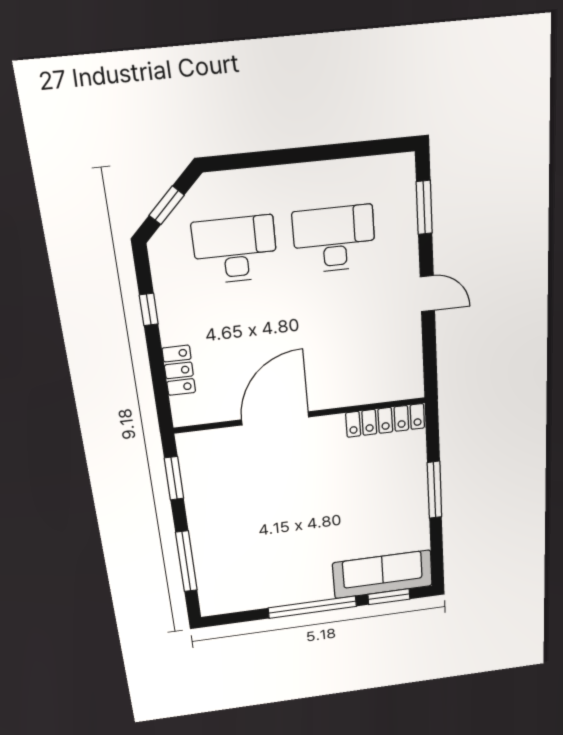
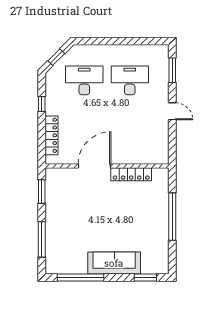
locker: (179, 370) -> (52, 135), width x1.53
locker: (385, 420) -> (131, 174), moved
window: (435, 490) -> (172, 217), width x1.46
sofa: (383, 574) -> (114, 263), moved
window: (312, 607) -> (80, 277), moved

